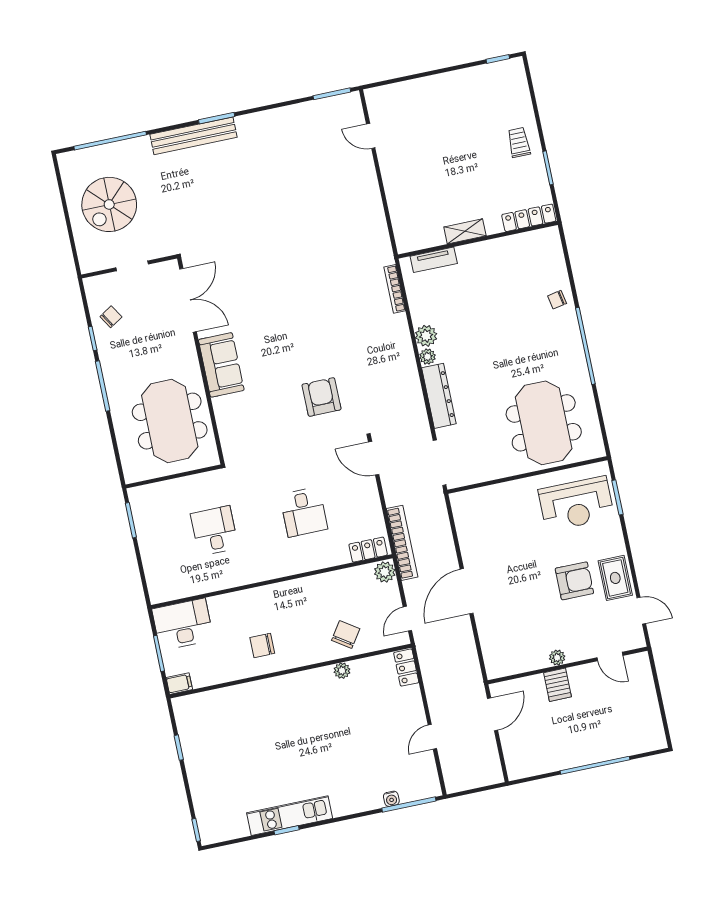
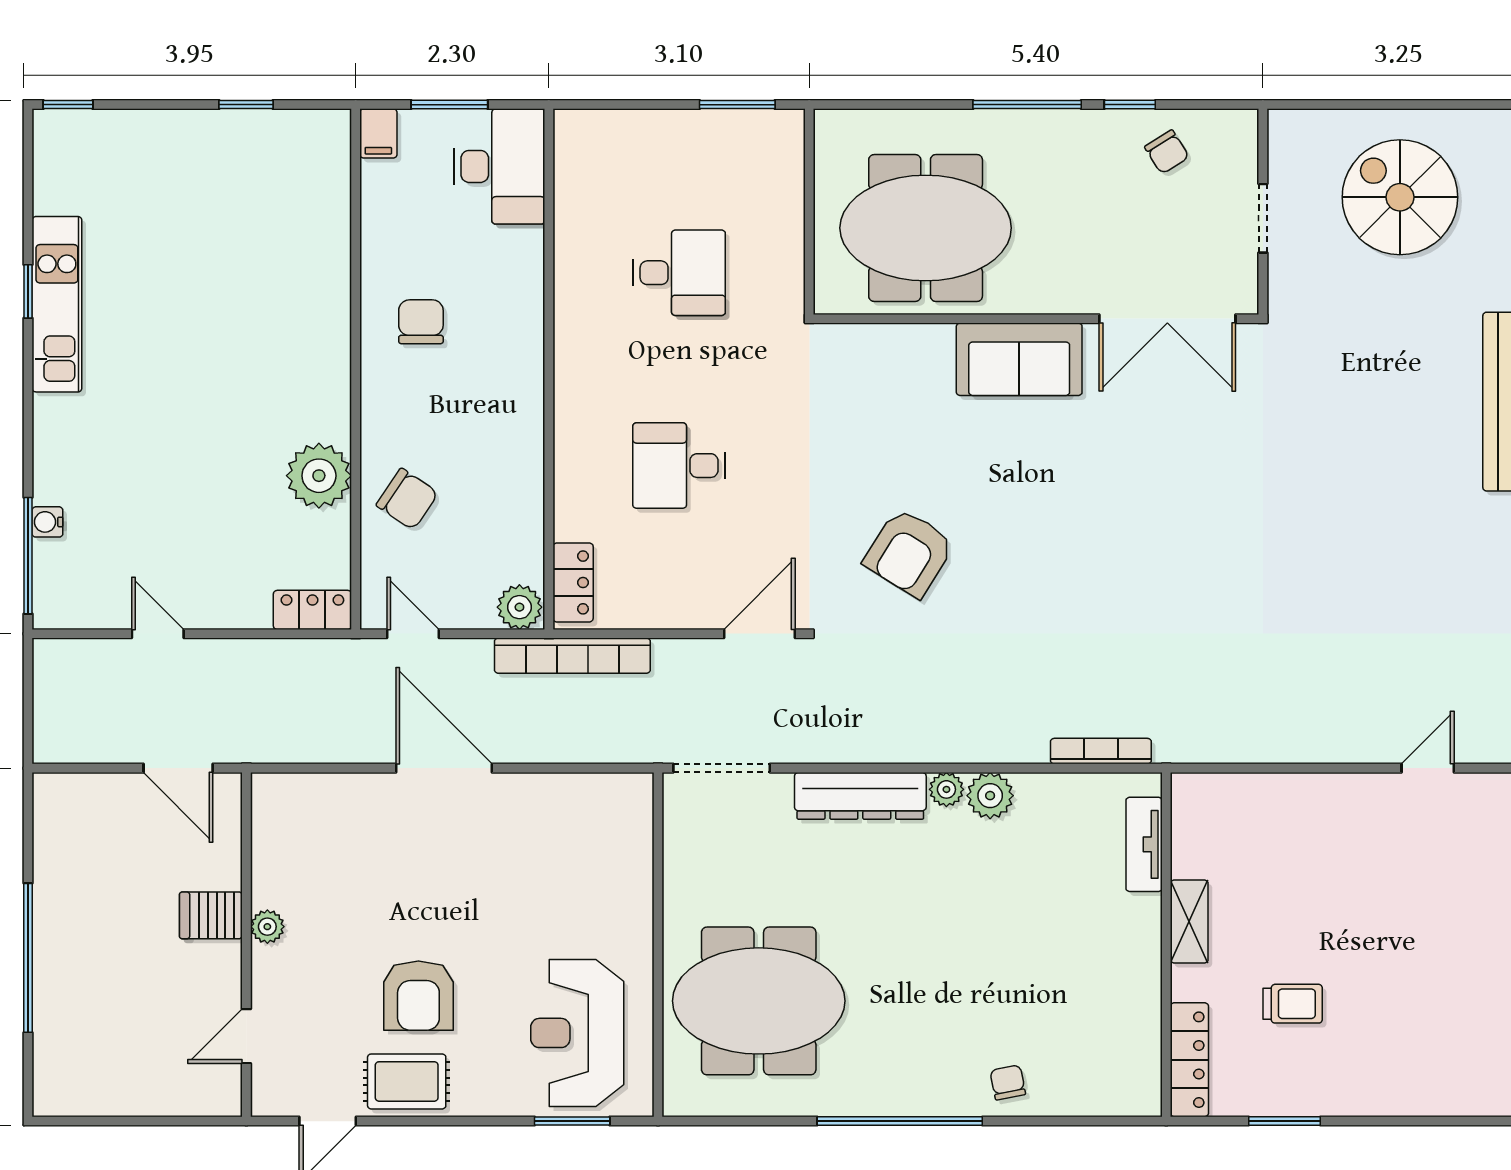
trolley: (519, 142) -> (1293, 1004), moved
armchair: (321, 397) -> (909, 553), turned 122
plant: (342, 671) -> (319, 476), width x1.88, depth x1.88

